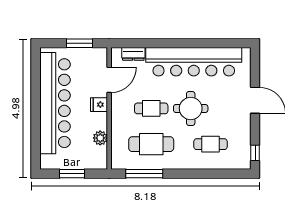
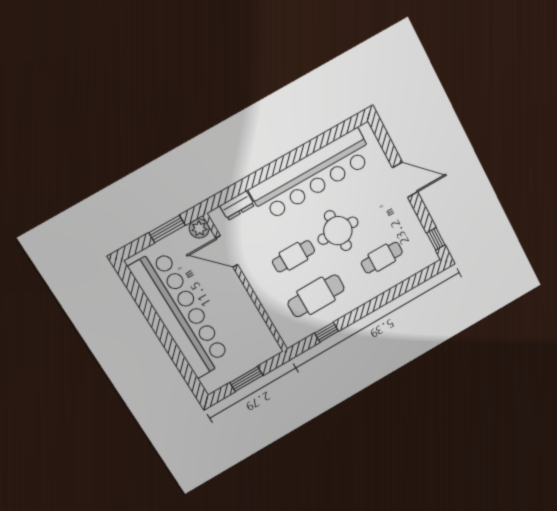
door: (109, 80) -> (227, 252), swing flipped
fridge: (99, 105) -> (232, 286), removed
plant: (100, 138) -> (199, 228), moved
window: (144, 174) -> (327, 332), width x0.46

